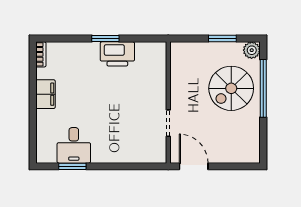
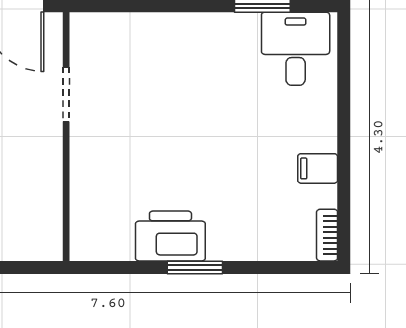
filing cabinet: (45, 94) -> (318, 168), width x0.50
desk: (74, 145) -> (296, 49), moved

